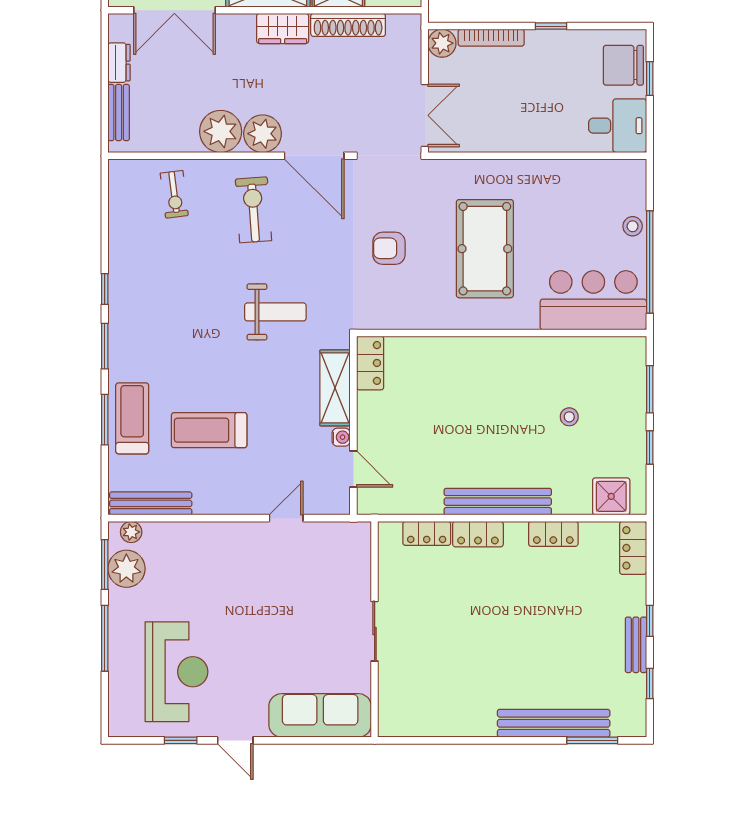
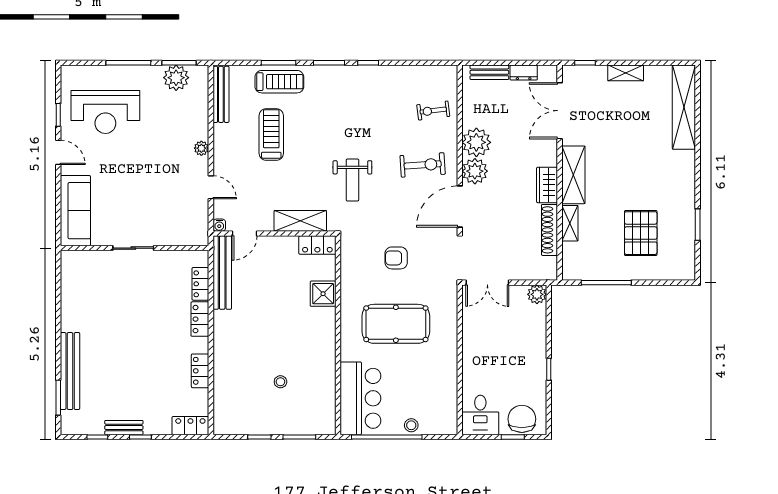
bookcase: (491, 38) -> (541, 328), removed
armchair: (389, 248) -> (396, 258), turned -90
water cooler: (341, 437) -> (219, 225), moved
shower: (611, 496) -> (323, 294), moved
bench: (498, 502) -> (222, 273), moved
plant: (131, 532) -> (201, 148), moved
door: (235, 740) -> (58, 152), swing flipped

